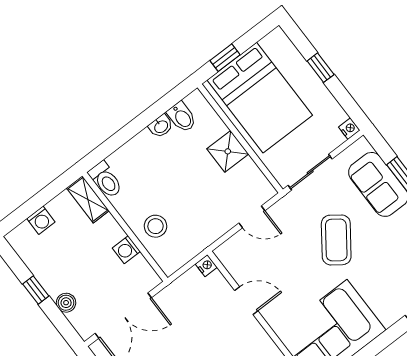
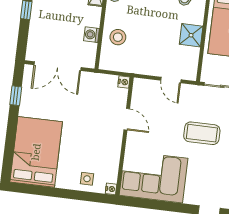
coffee table: (336, 240) -> (202, 133), turned 54
boiler: (66, 303) -> (35, 31), removed

